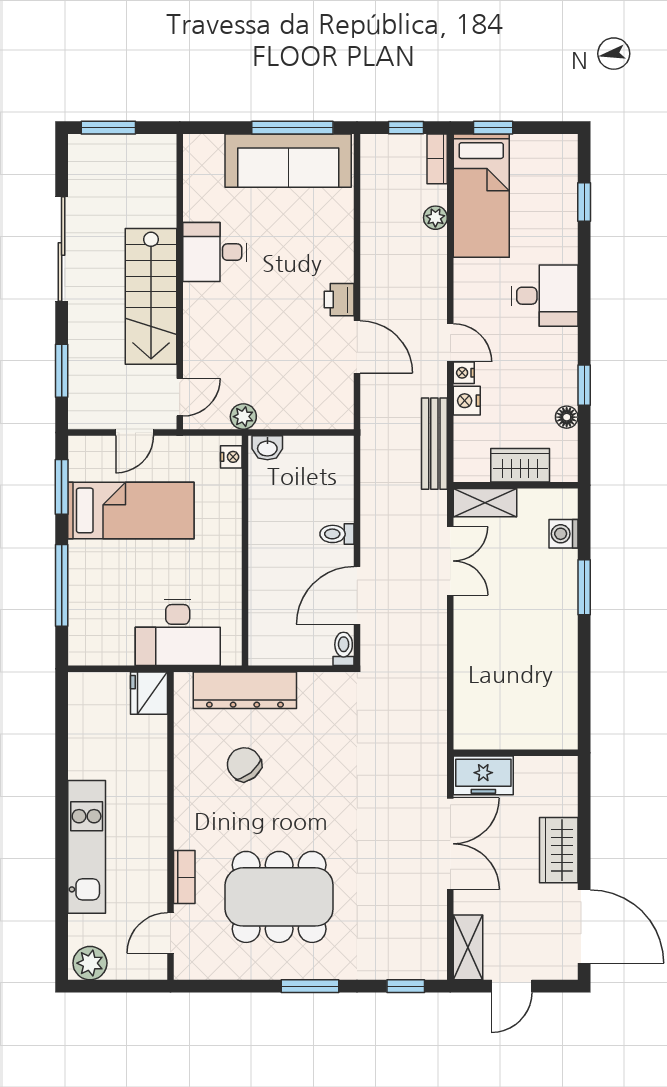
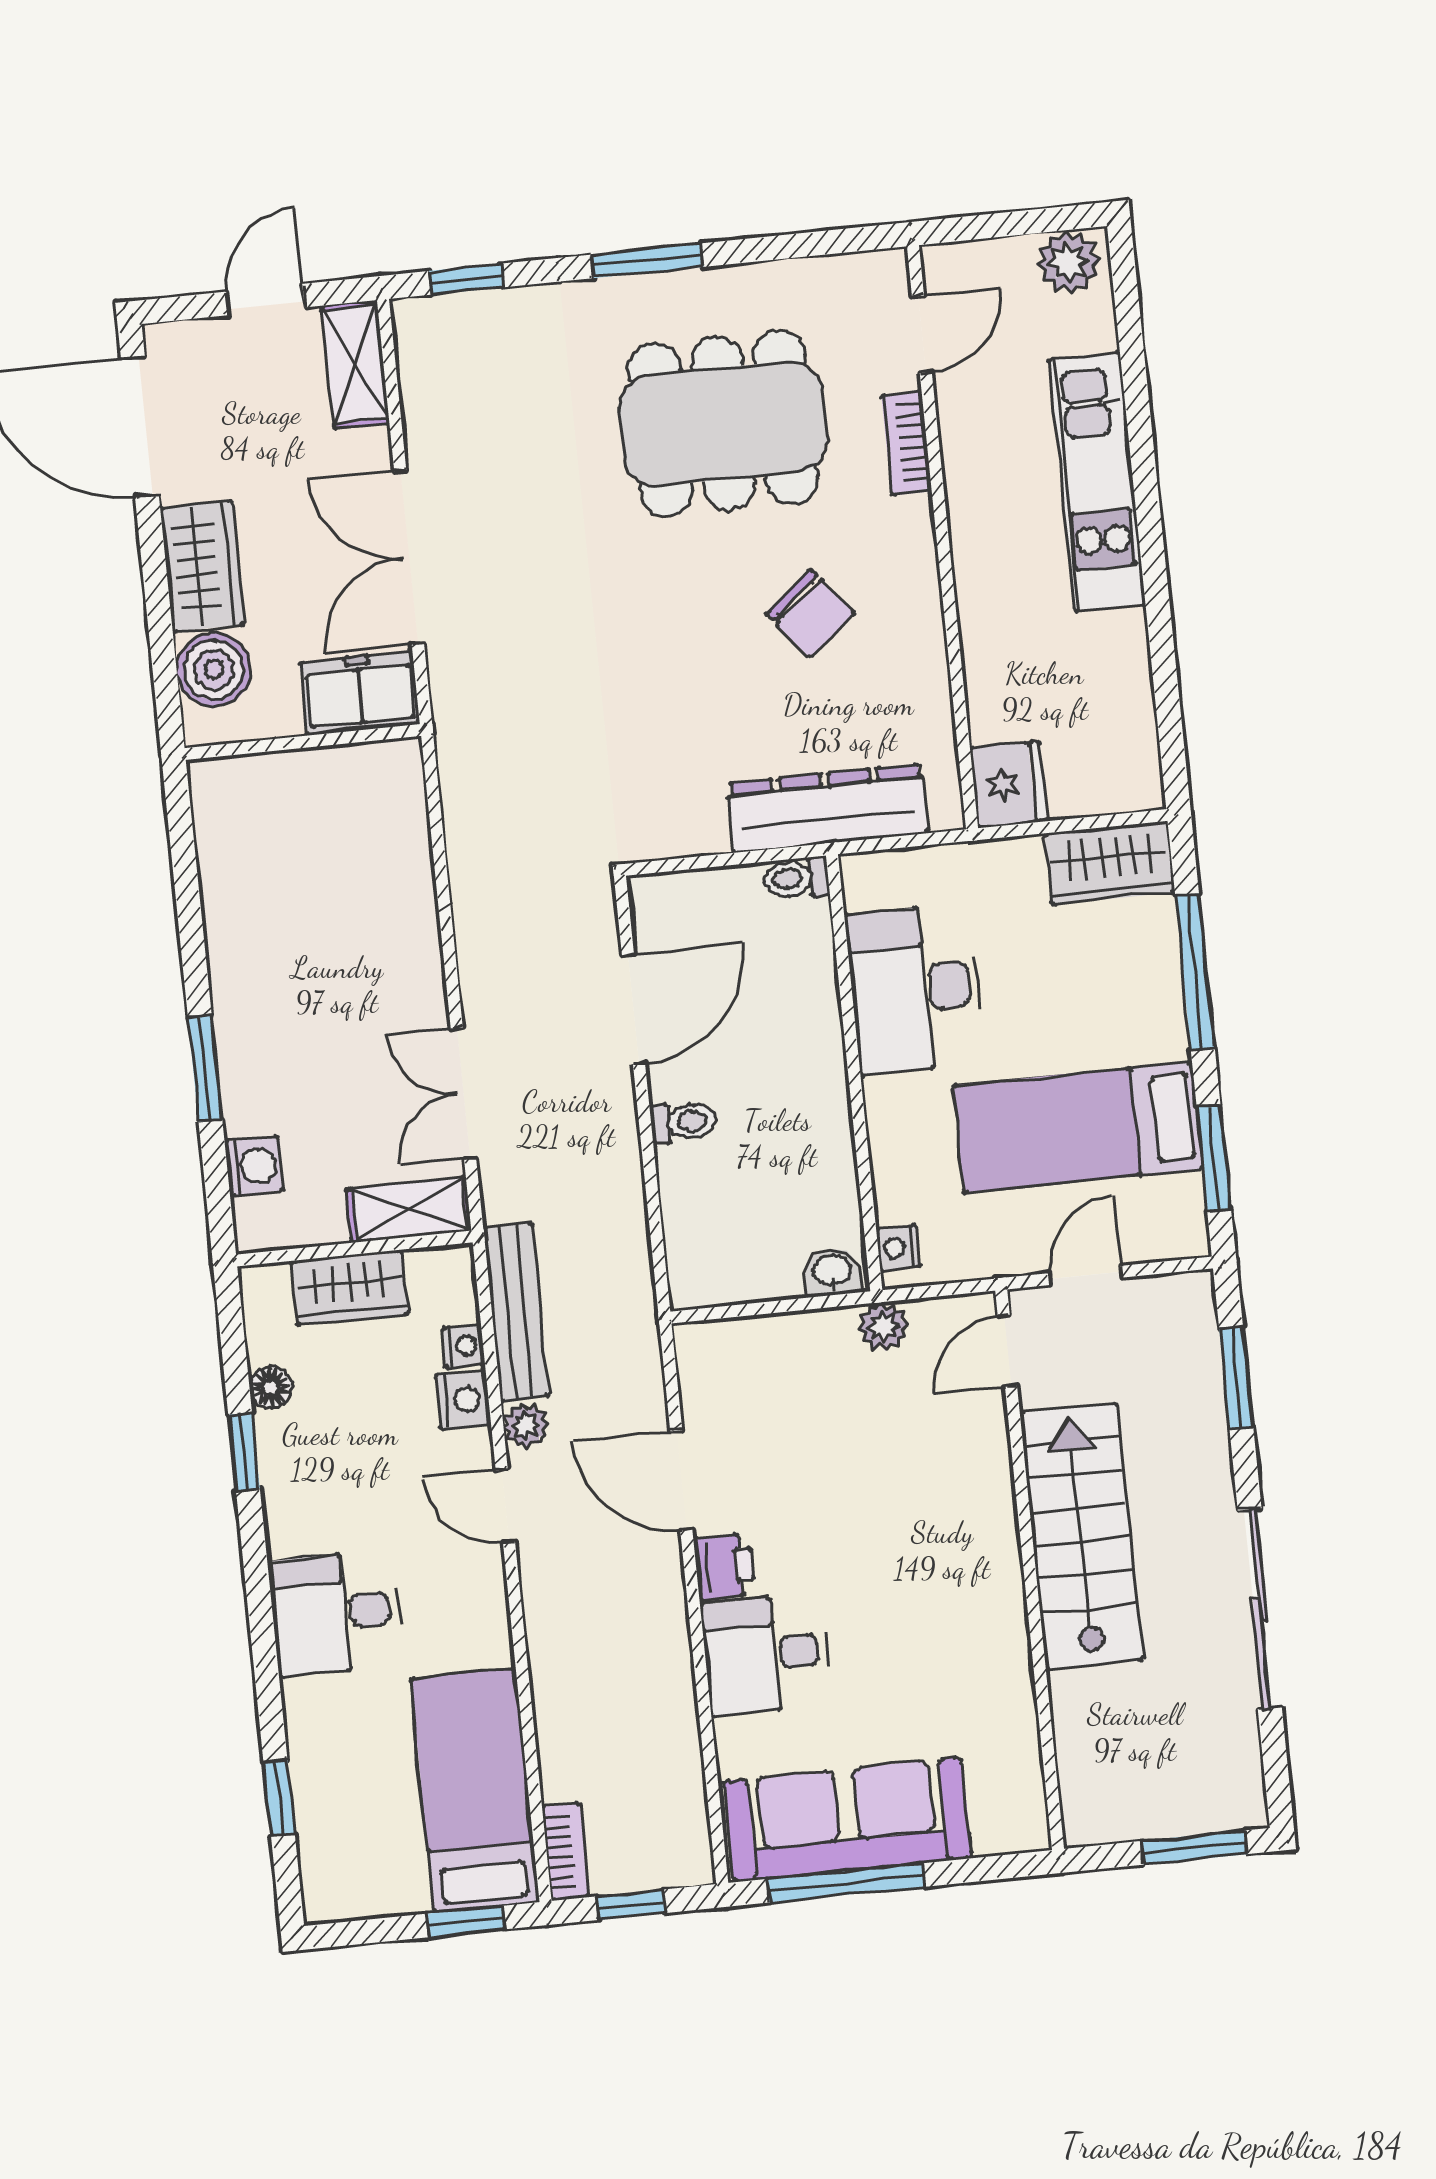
plant: (435, 218) -> (526, 1426), moved
desk: (215, 252) -> (766, 1655), moved, turned 180
nightstand: (464, 373) -> (463, 1346), moved
desk: (178, 632) -> (915, 989), moved, turned -90
wardrobe: (100, 647) -> (1110, 863), added
toilet: (344, 649) -> (796, 878), moved, turned 90
chair: (244, 764) -> (810, 613), moved
boiler: (558, 795) -> (214, 670), added

